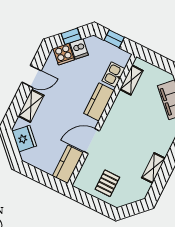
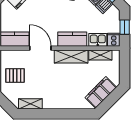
cooker: (122, 57) -> (114, 40), added
shelving: (117, 112) -> (71, 57), added
shelving: (153, 168) -> (30, 104), moved

